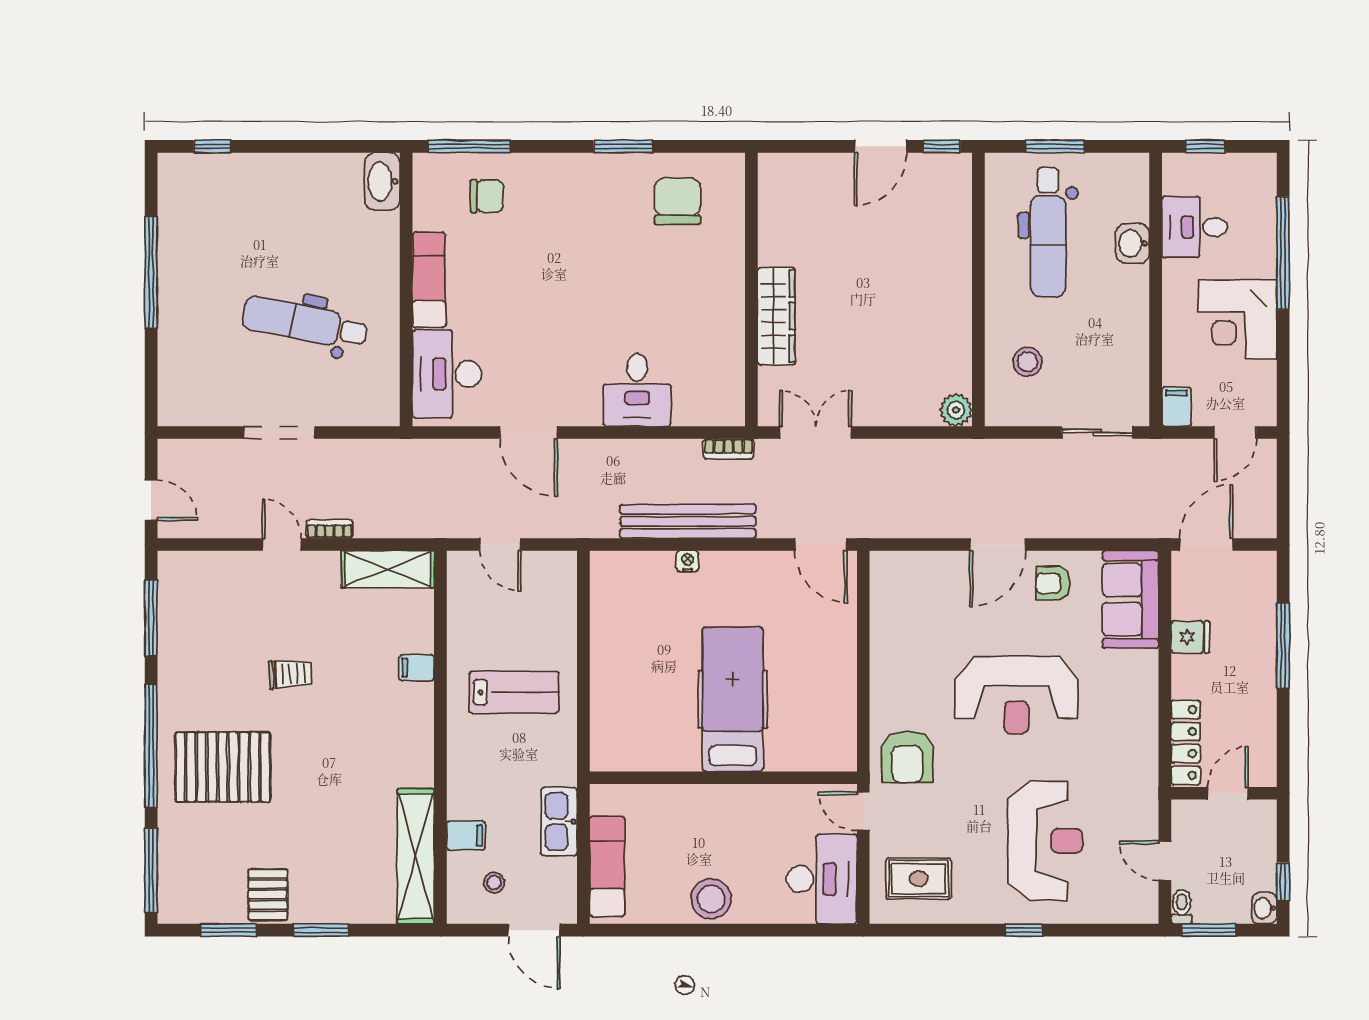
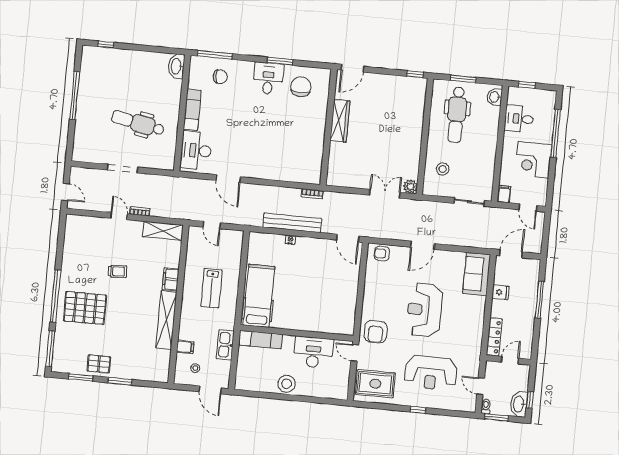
door: (881, 146) -> (352, 68), moved
washbasin: (1133, 243) -> (495, 97), moved
wardrobe: (776, 316) -> (340, 121), moved
desk: (637, 390) -> (268, 78), moved, turned 180
double door: (816, 433) -> (385, 194), moved
door: (1235, 433) -> (528, 207), hinge flipped
armchair: (1053, 583) -> (382, 254), moved
window: (151, 618) -> (61, 242), removed
filing cabinet: (417, 668) -> (171, 279), width x2.00
lab bench: (514, 692) -> (211, 288), turned 90
reception desk: (1016, 695) -> (424, 310), turned 90
hospital bed: (733, 699) -> (259, 296), moved
reception desk: (1045, 841) -> (431, 373), turned 90
shelving: (416, 856) -> (166, 320), moved
exam couch: (607, 866) -> (260, 340), moved, turned 90
desk: (822, 879) -> (313, 352), moved, turned -90
rug: (918, 879) -> (375, 384), width x1.36, depth x1.43
pallet: (268, 895) -> (99, 364), turned 90
washbasin: (1264, 908) -> (519, 404), width x1.91, depth x1.45

